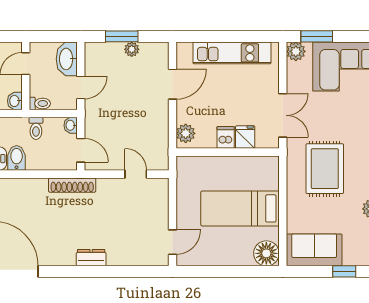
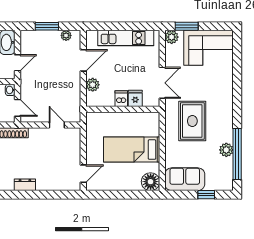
plant: (132, 49) -> (66, 35), moved
plant: (186, 133) -> (93, 85), moved

